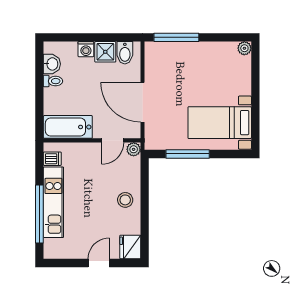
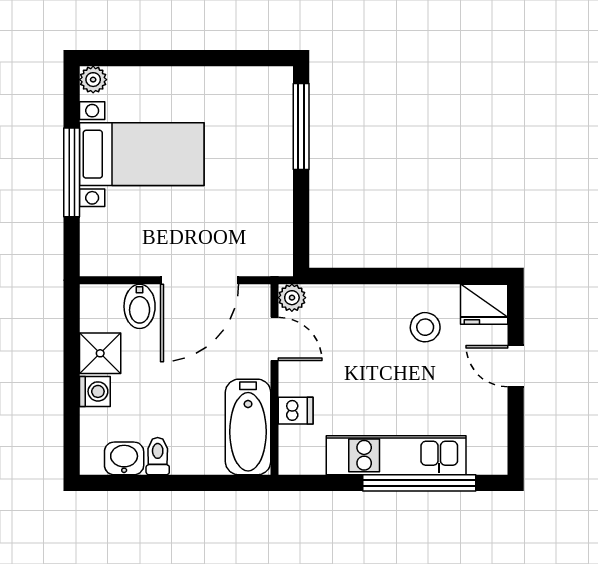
window: (176, 37) -> (72, 172), moved
bidet: (125, 53) -> (140, 306), moved, turned 90
bed with nightstands: (220, 123) -> (142, 154), moved, turned -90
window: (188, 154) -> (301, 126), moved
dishwasher: (52, 159) -> (296, 411), moved, turned 90
stool: (125, 200) -> (425, 327), moved

